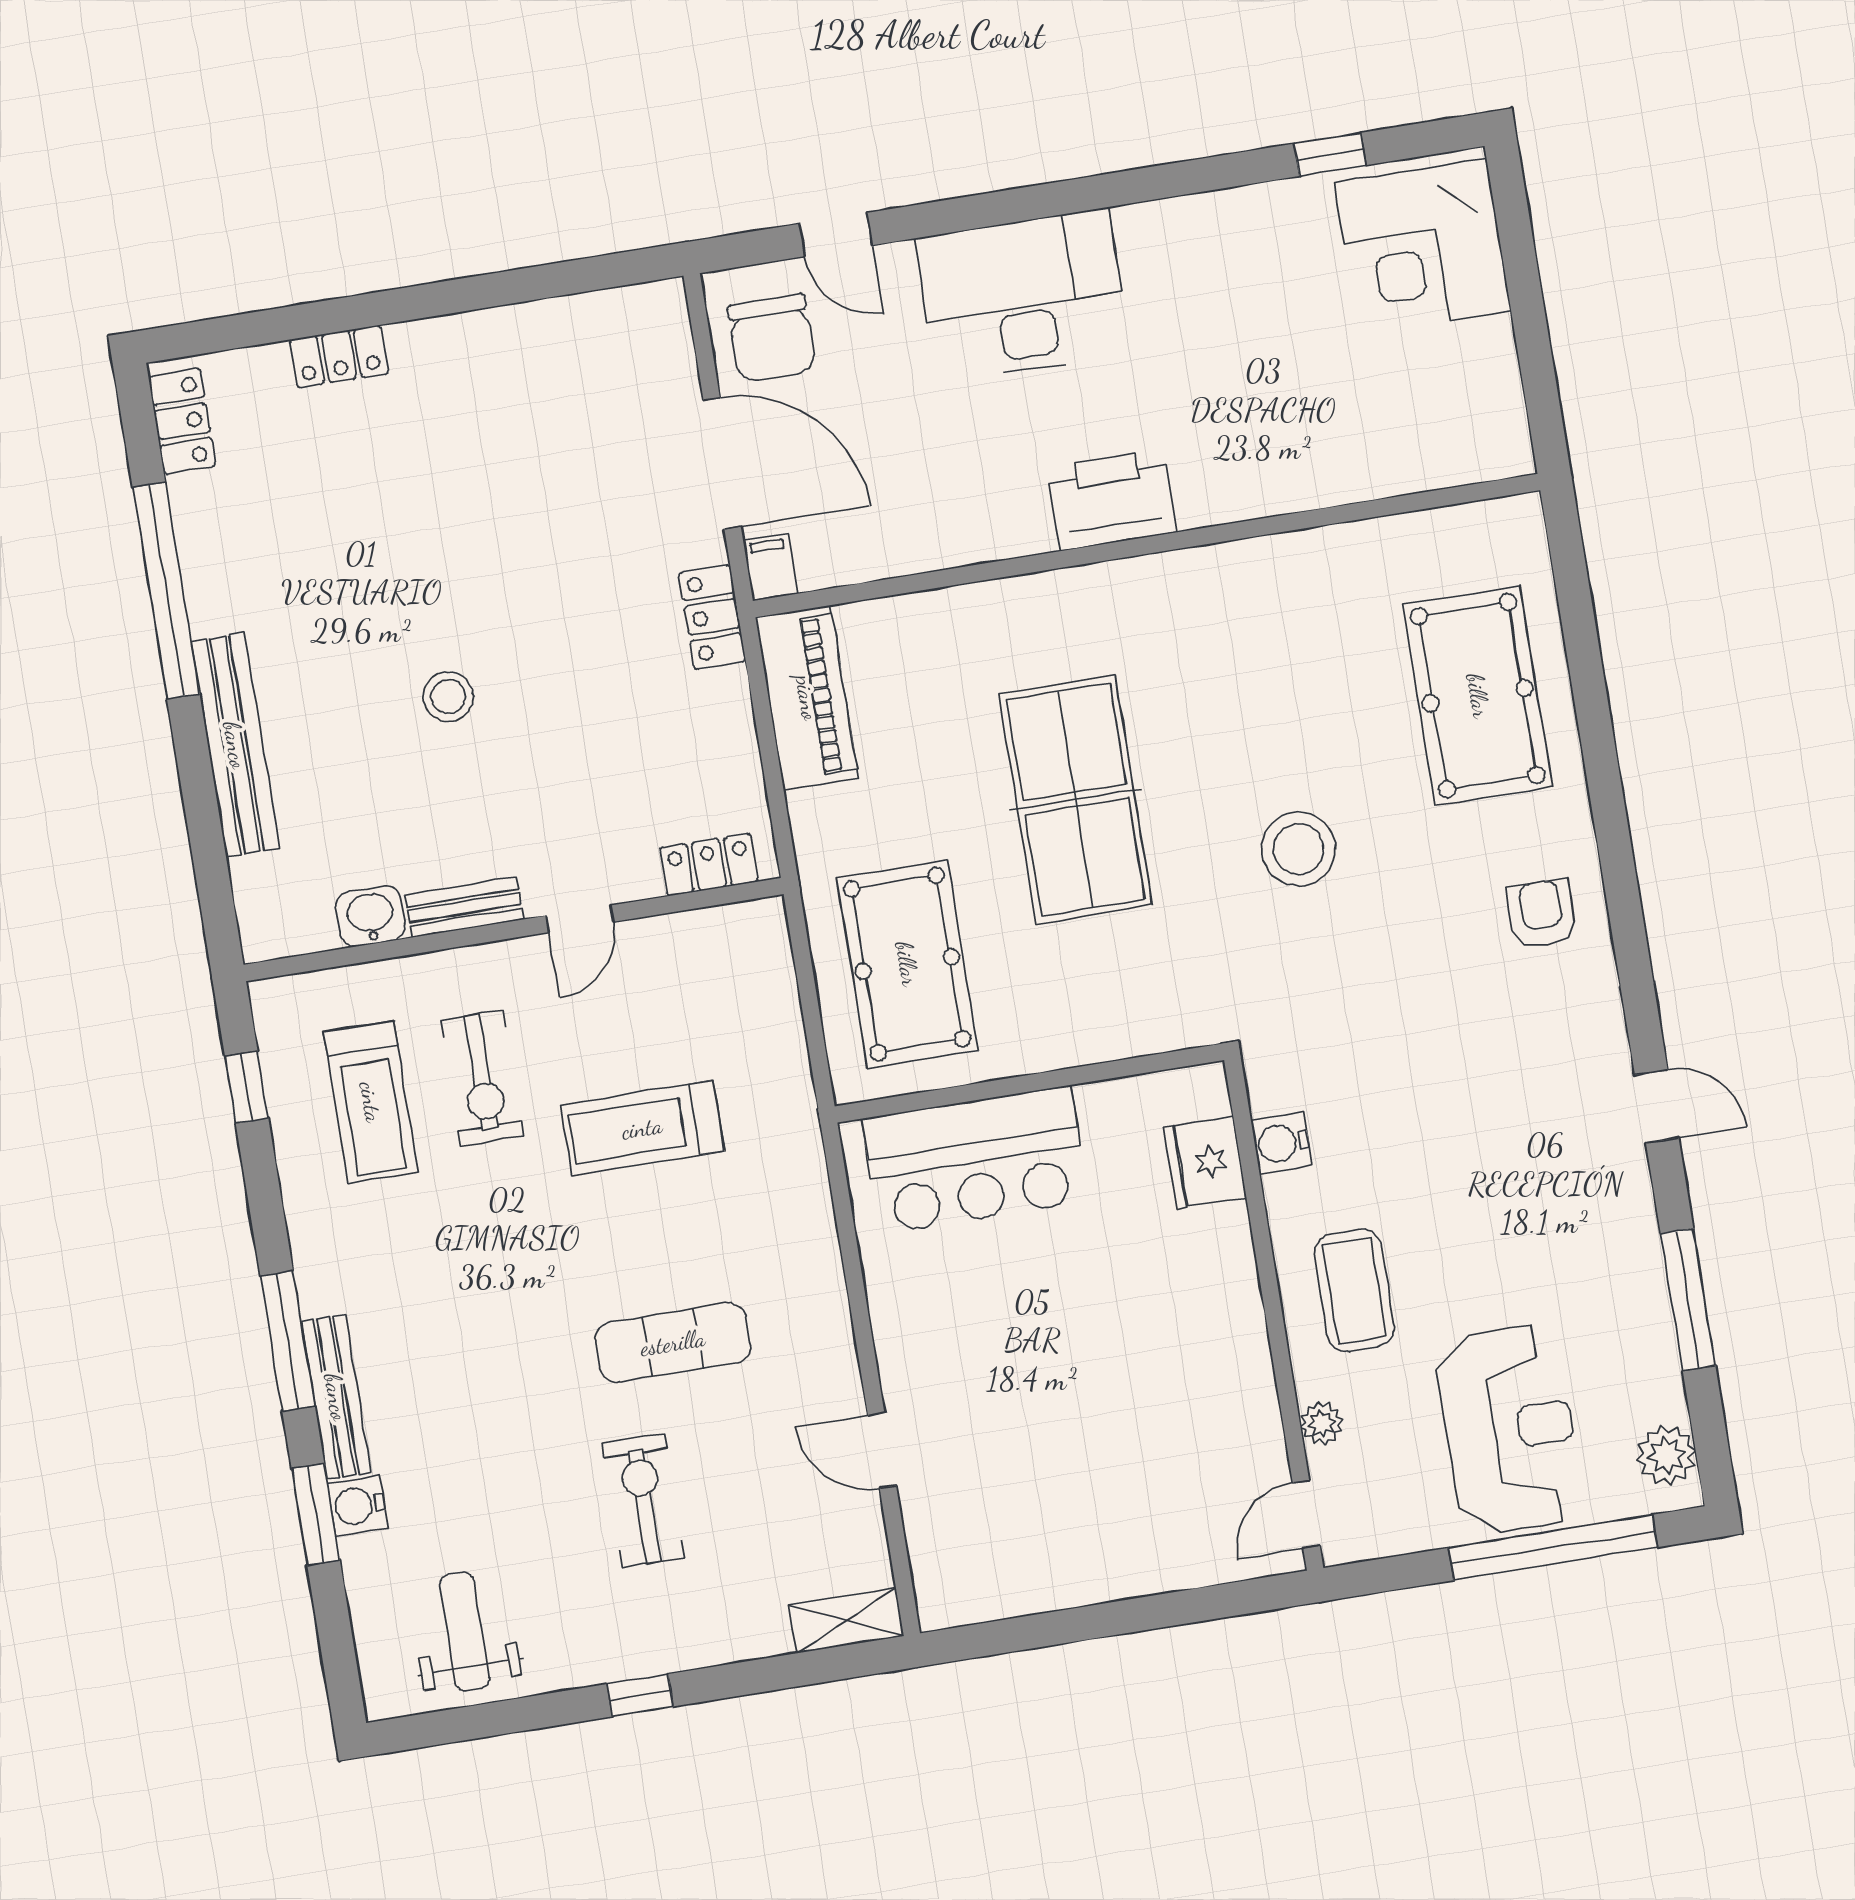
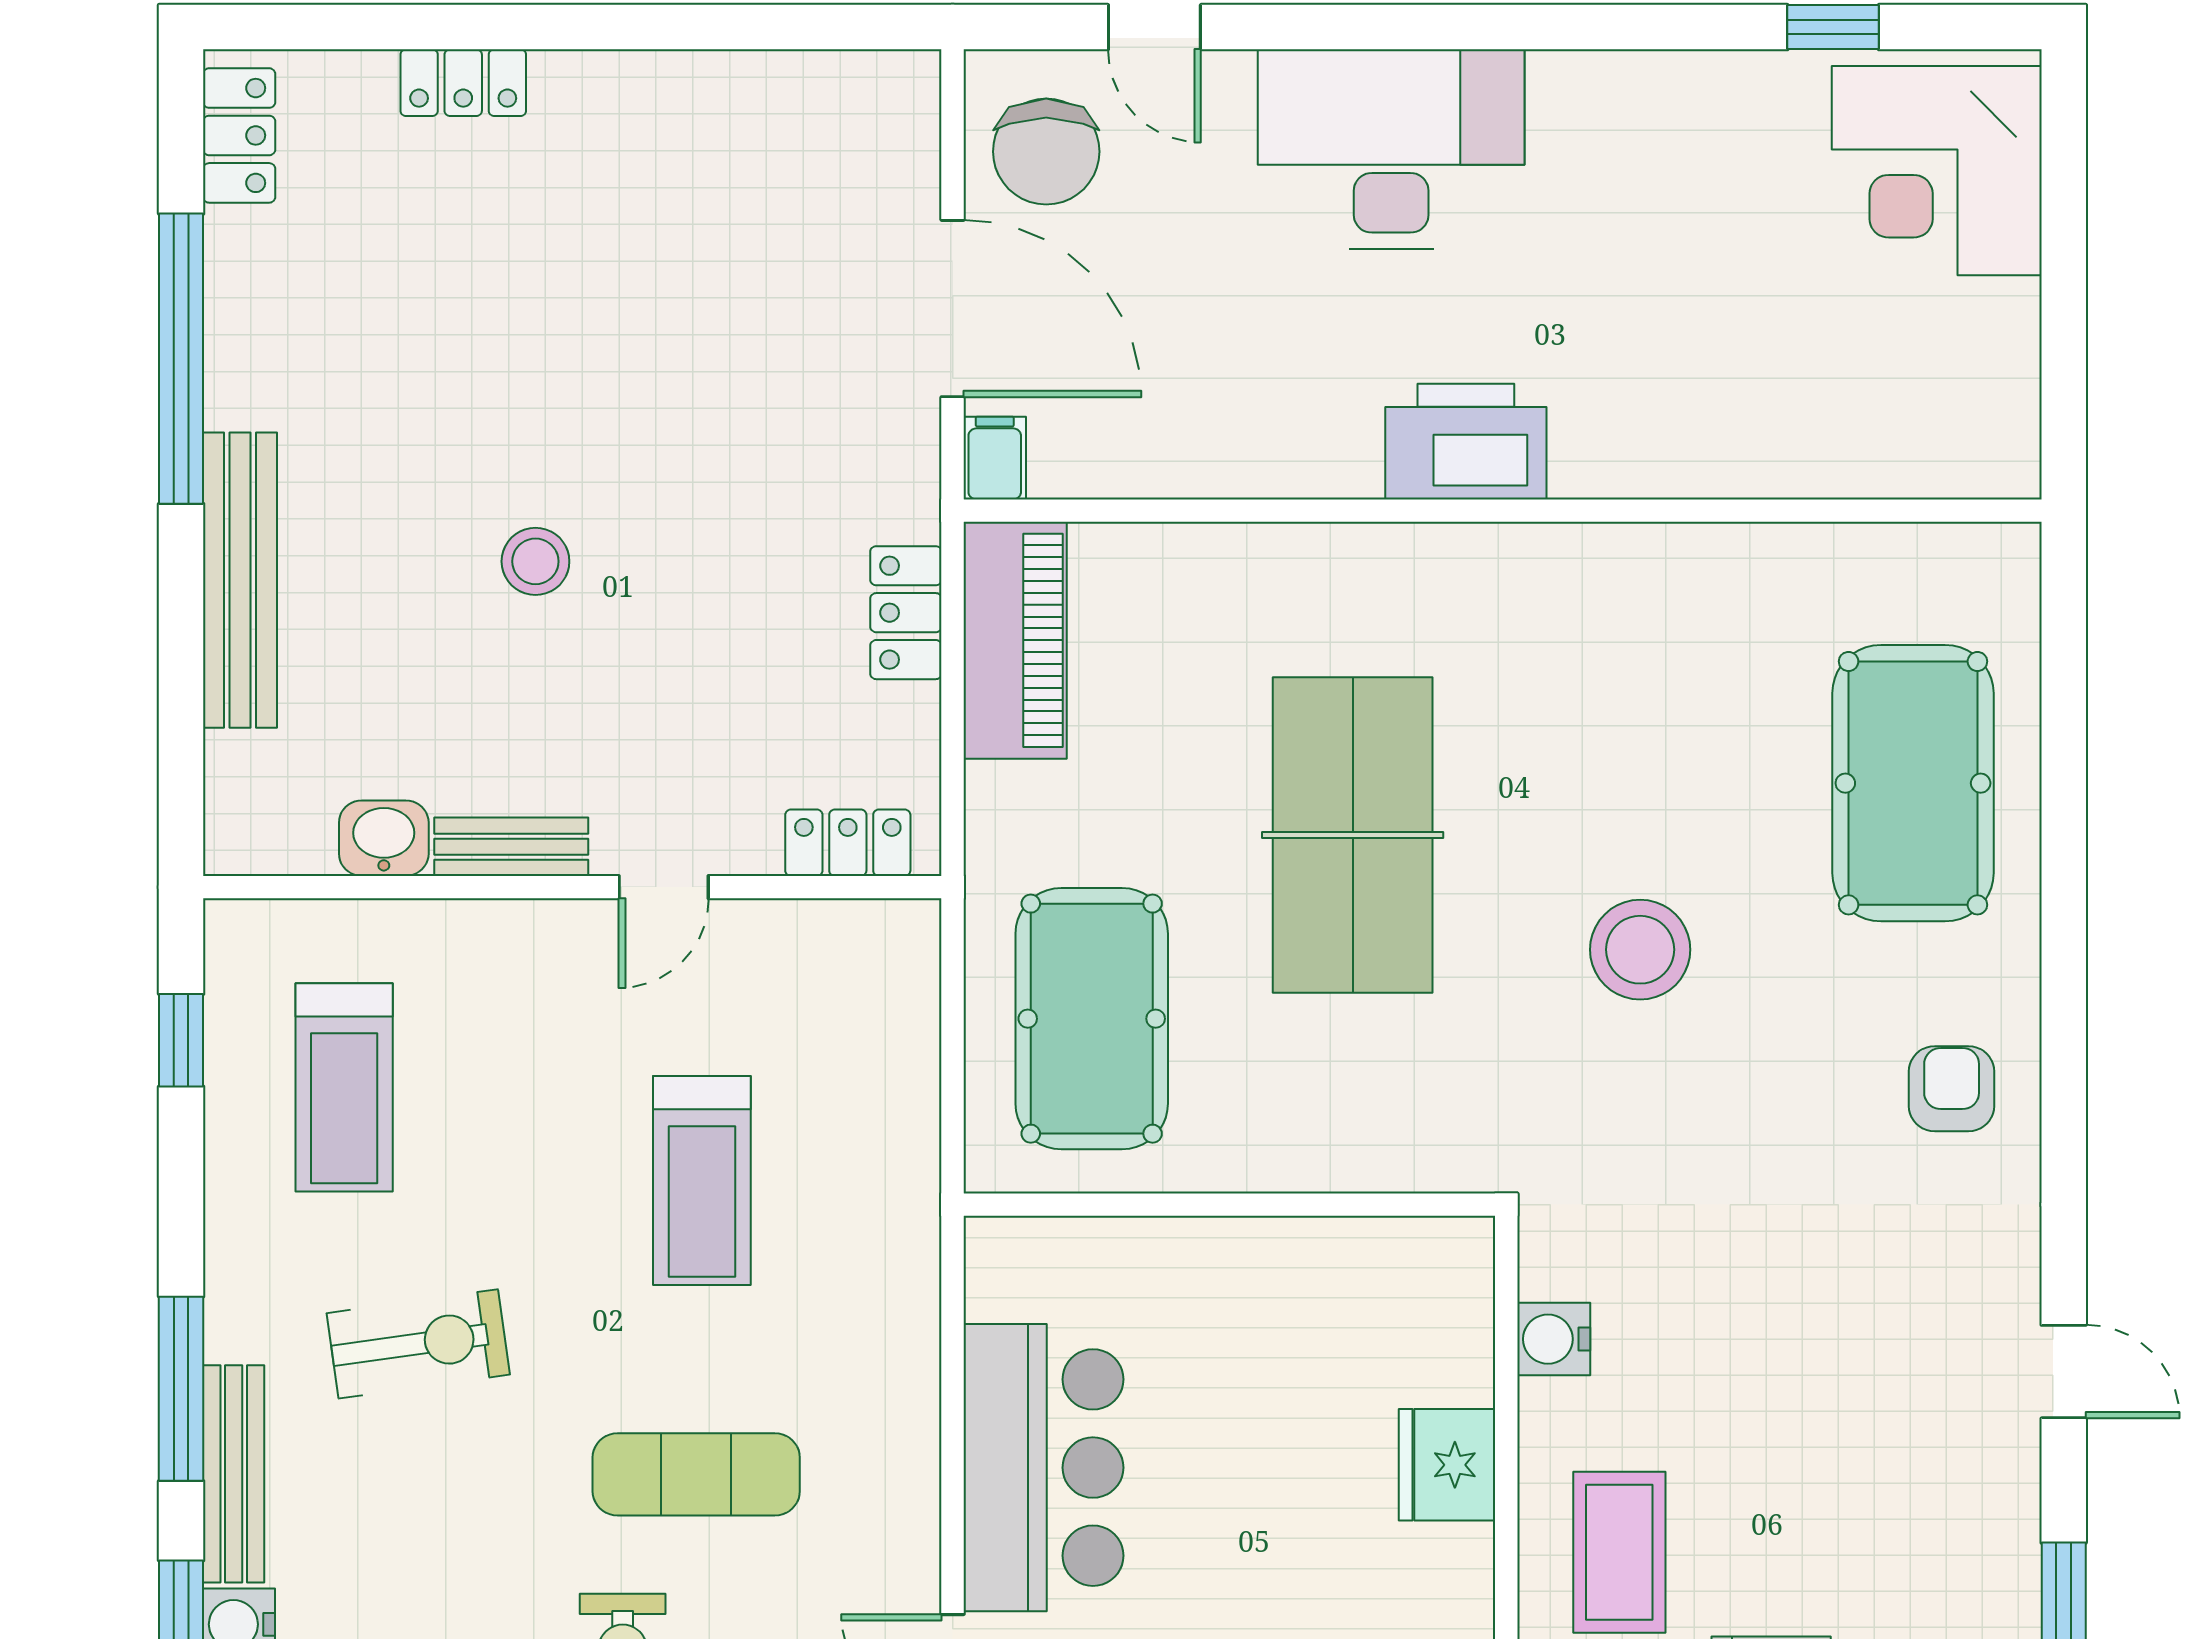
locker: (712, 617) -> (906, 613), moved
exercise bike: (482, 1078) -> (418, 1344), moved, turned -98
treadmill: (642, 1128) -> (702, 1181), turned -90
bar counter: (975, 1160) -> (1043, 1468), moved, turned -90
fridge: (1205, 1162) -> (1447, 1465), moved

